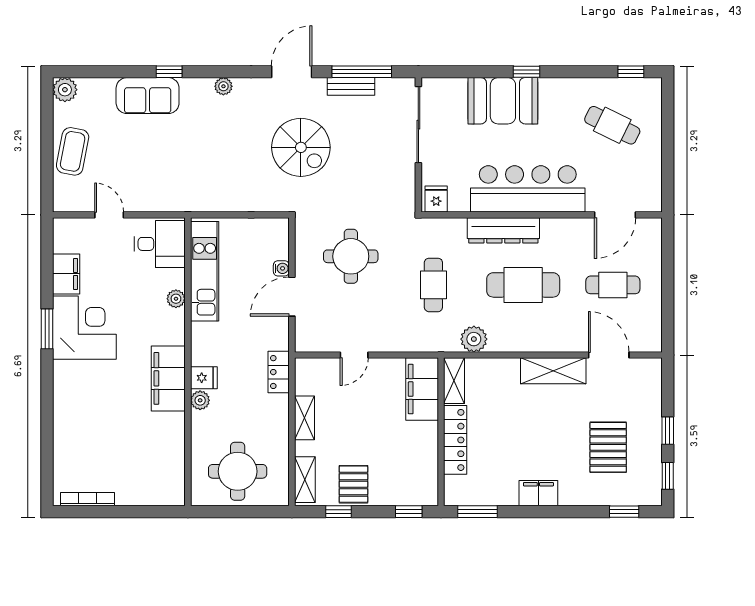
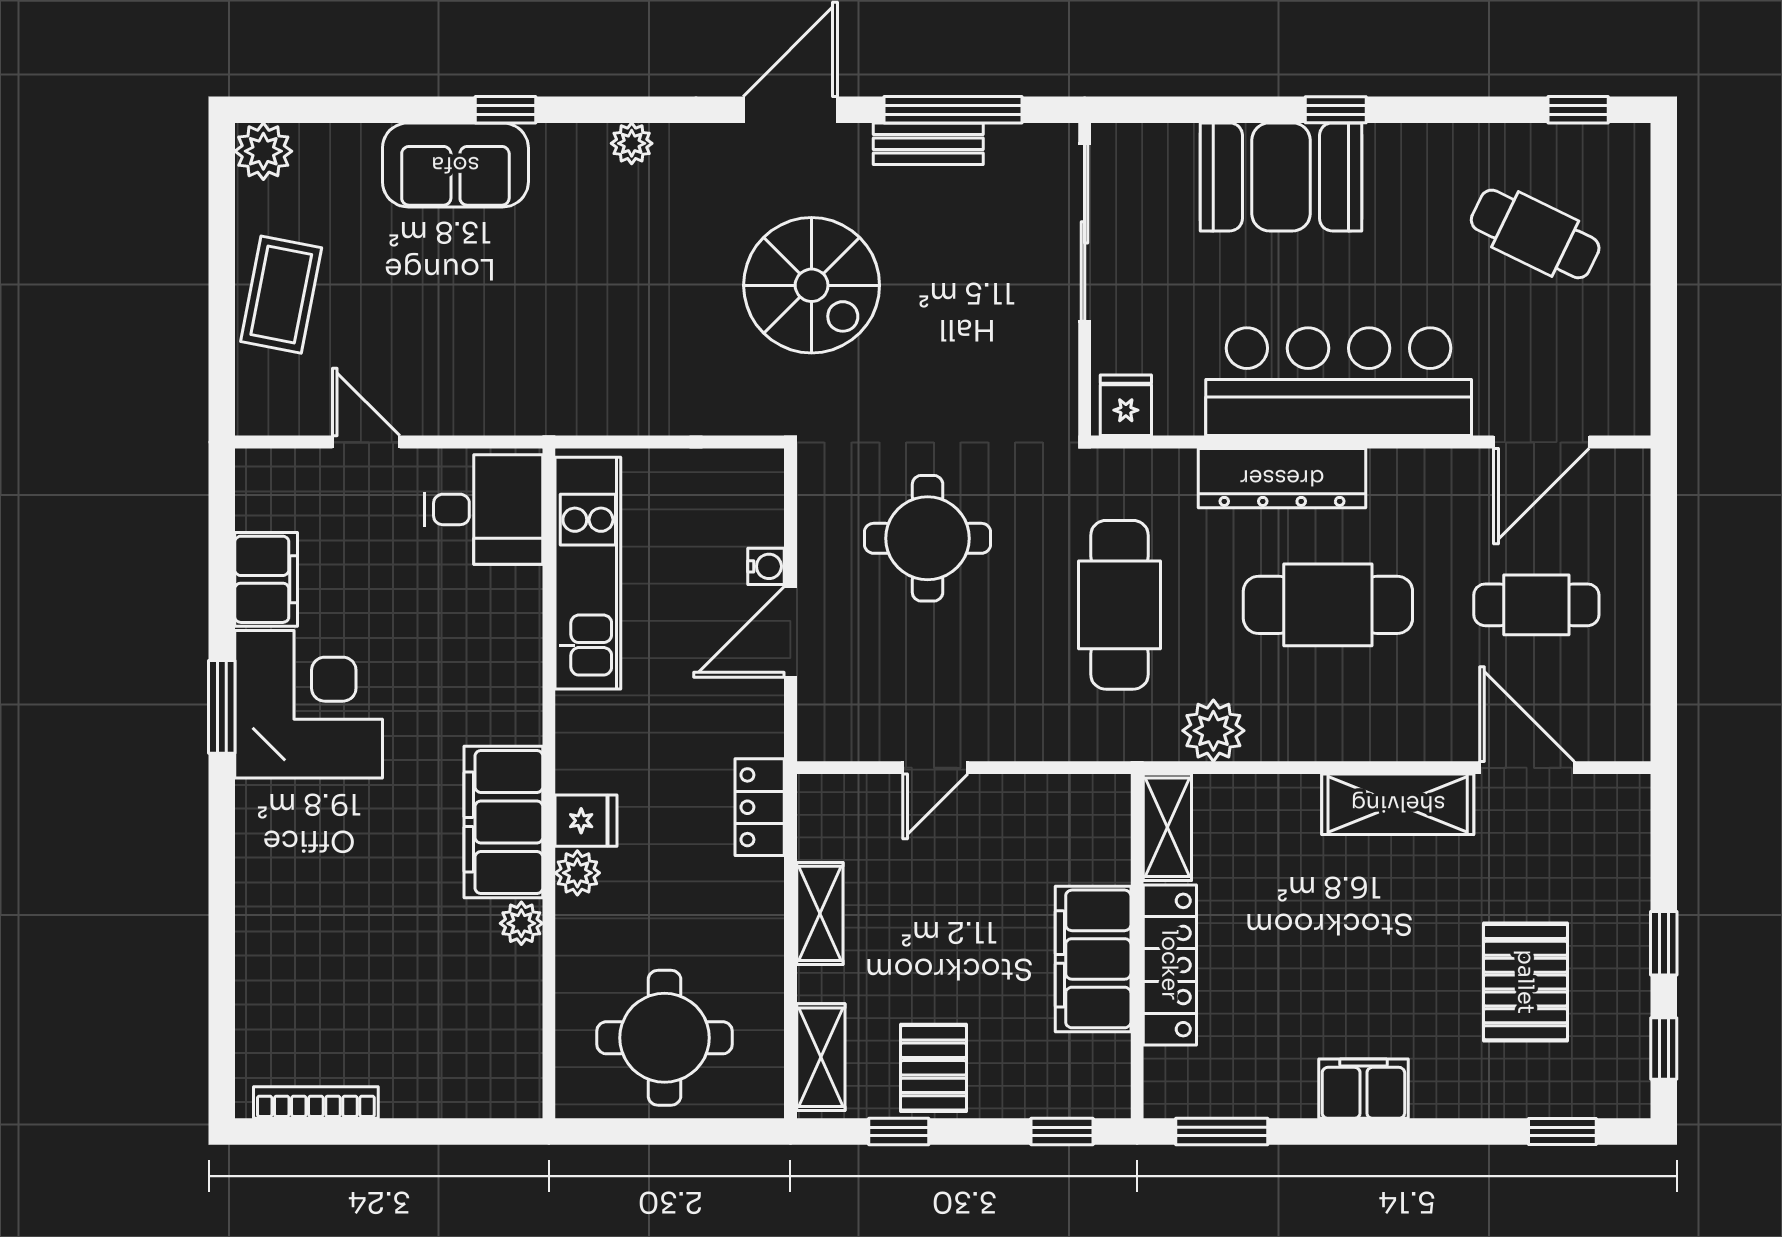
cafe table: (433, 285) -> (1119, 605), width x1.37, depth x1.35
plant: (176, 299) -> (521, 923), moved
filing cabinet: (422, 389) -> (1093, 959), moved

